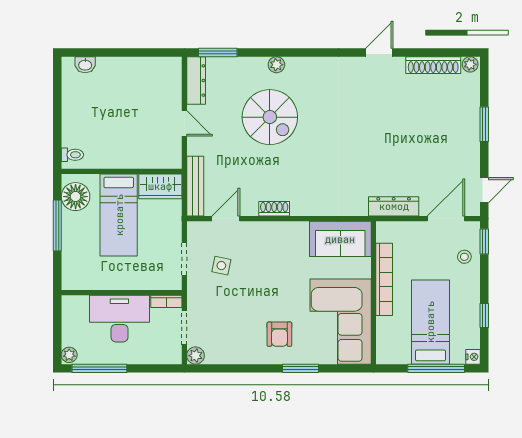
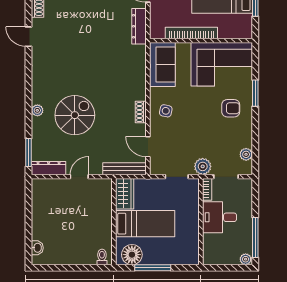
side table: (221, 266) -> (166, 111), moved
plant: (198, 295) -> (203, 166), added
desk: (119, 319) -> (220, 217), width x0.73
plant: (196, 356) -> (246, 154), moved

